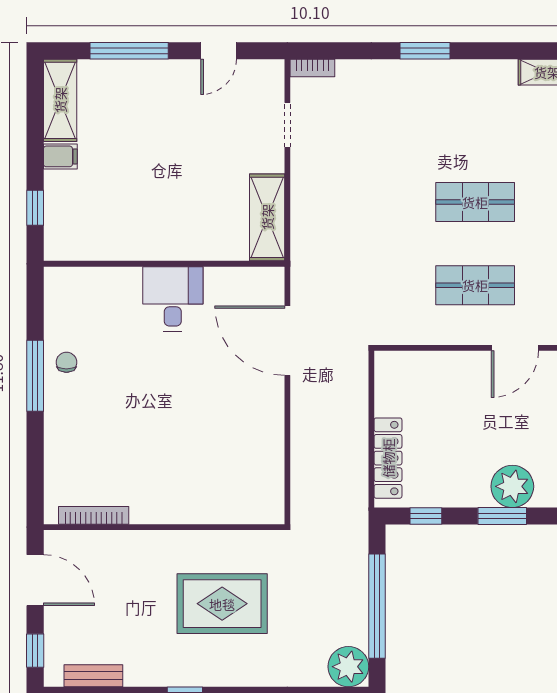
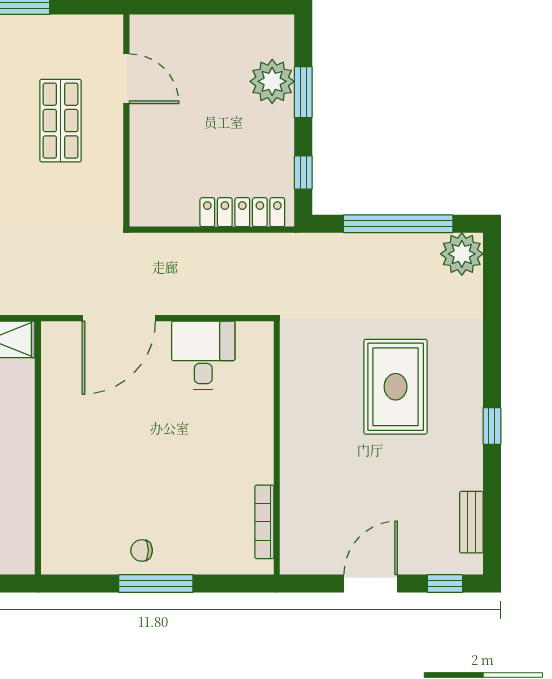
desk: (173, 299) -> (203, 355), moved, turned 90
bookcase: (94, 515) -> (264, 522), moved
wall: (164, 527) -> (277, 448), moved

